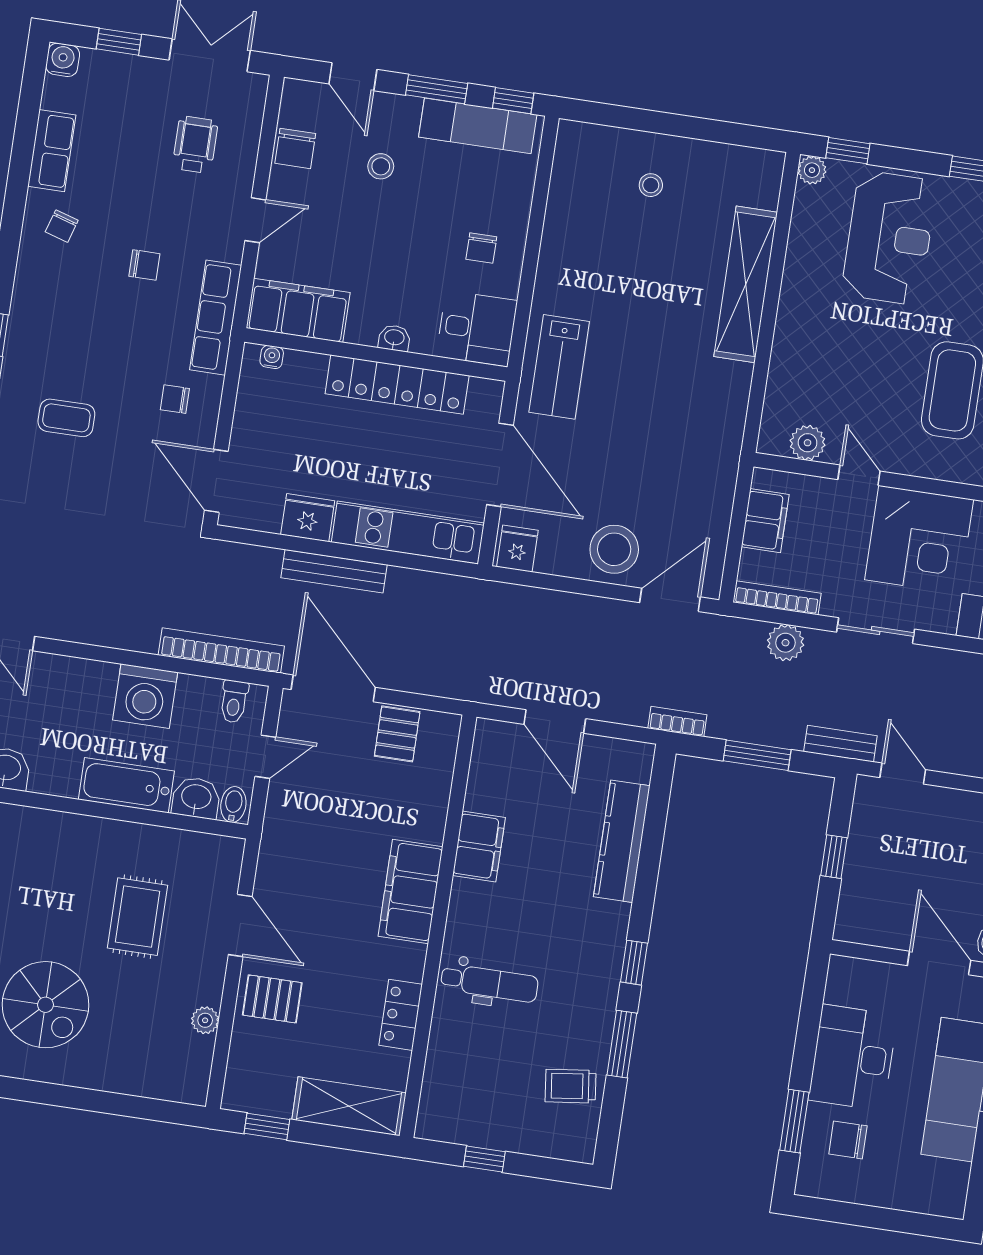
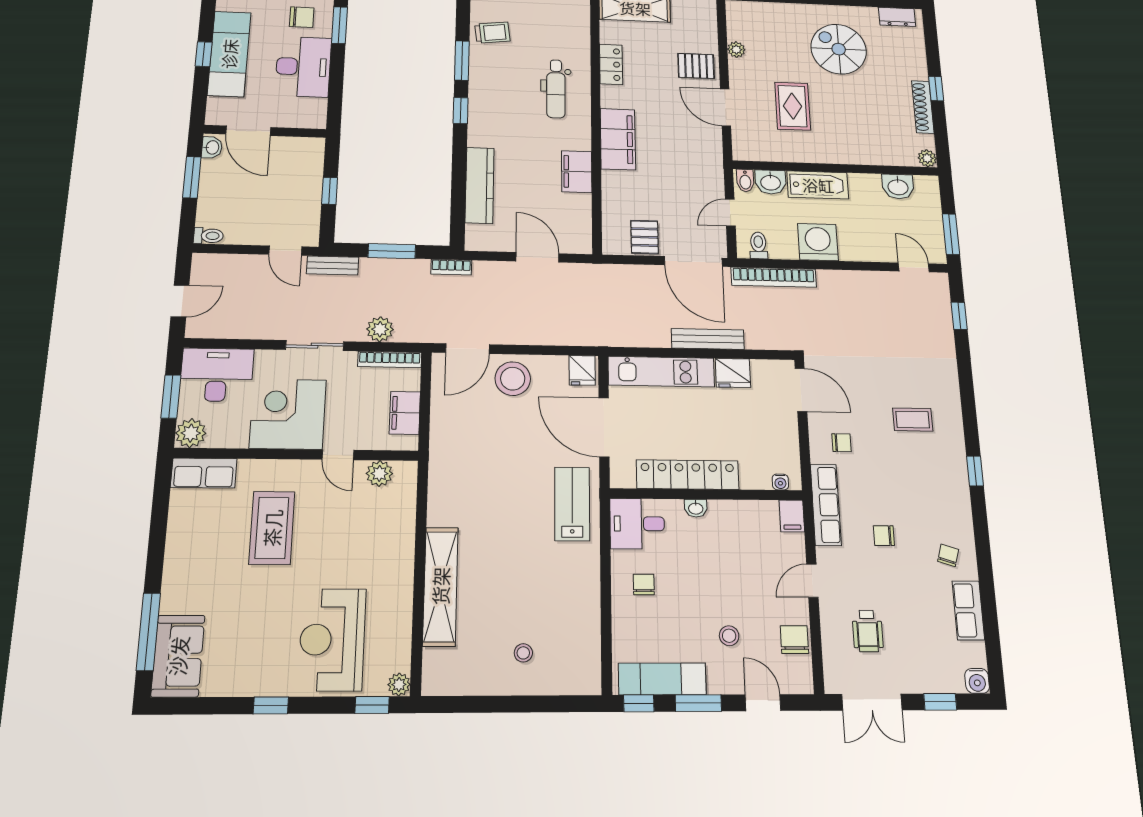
filing cabinet: (298, 310) -> (792, 516), width x0.33, depth x0.86
dental chair: (489, 983) -> (556, 89), turned -90

